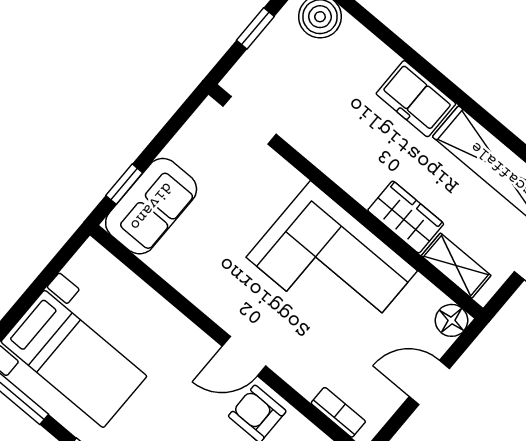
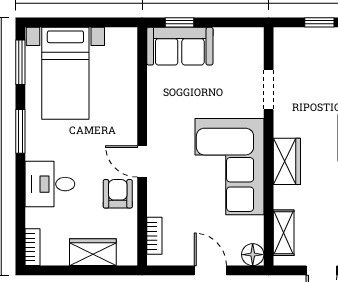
doorway: (250, 120) -> (269, 90), moved
wardrobe: (406, 217) -> (287, 161), moved

